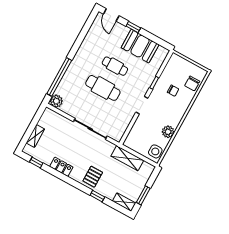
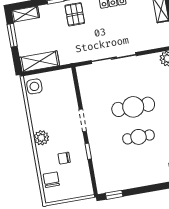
window: (133, 27) -> (114, 195), moved
booth: (140, 46) -> (130, 175), removed
plant: (168, 132) -> (41, 138), moved
shelving: (127, 158) -> (40, 61), moved

